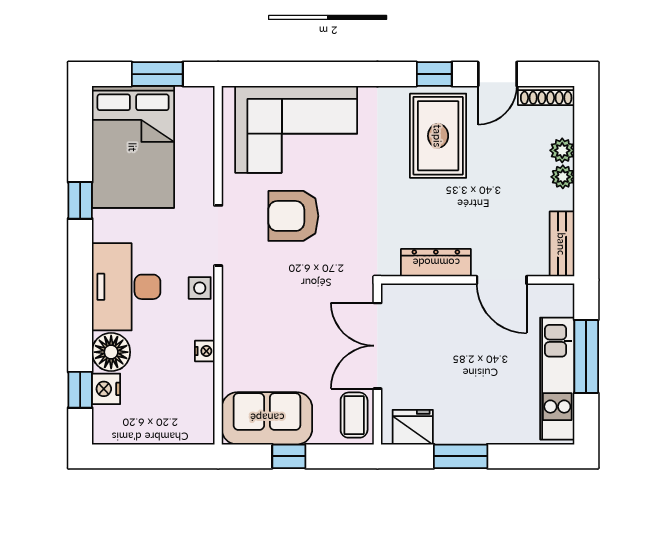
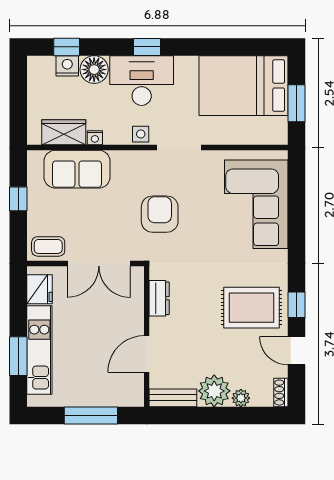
shoe rack: (546, 95) -> (281, 393), width x0.70
plant: (563, 177) -> (214, 391), width x1.88, depth x1.88
window: (80, 200) -> (147, 47), moved
armchair: (293, 216) -> (160, 214), moved
dresser: (436, 263) -> (159, 298), width x0.70
double door: (377, 346) -> (99, 263), swing flipped
kitchen unit: (557, 379) -> (39, 350), moved, turned 90
wardrobe: (197, 394) -> (64, 132), added
sofa: (267, 418) -> (77, 169), moved, turned 90
window: (461, 456) -> (18, 356), moved

